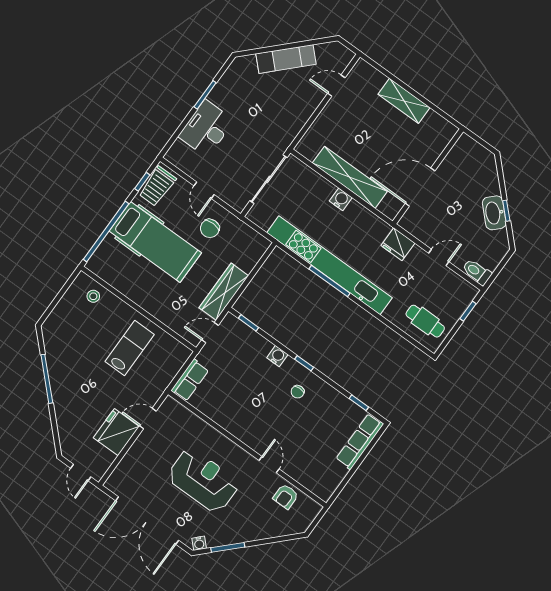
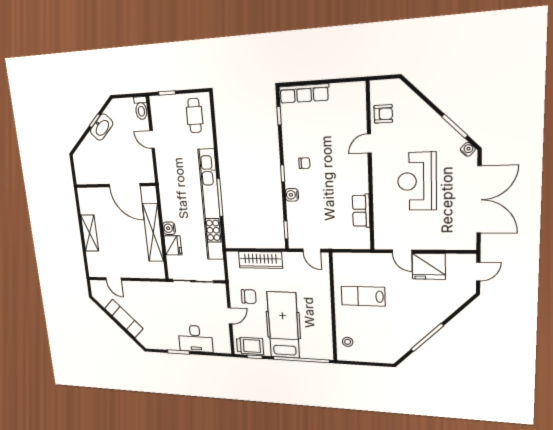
fridge: (398, 244) -> (173, 245), moved
wardrobe: (224, 292) -> (260, 260), moved
row of seats: (190, 380) -> (361, 211), moved, turned -90

